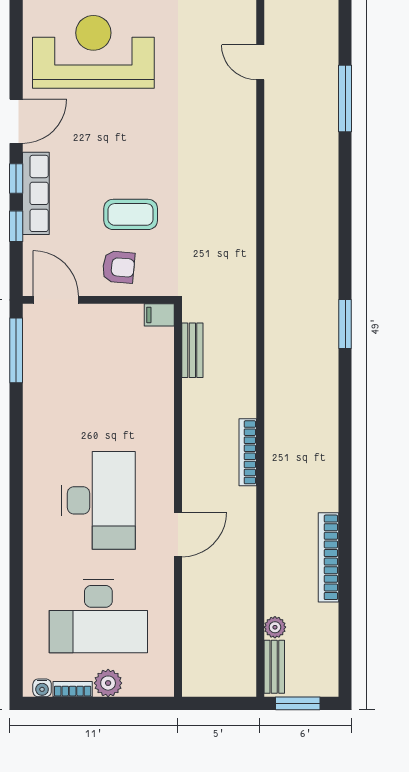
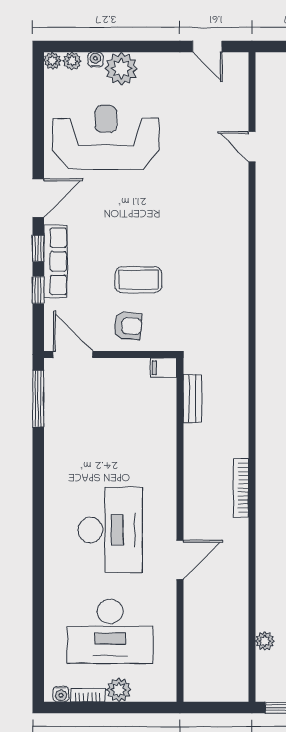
bench: (274, 667) -> (264, 676), removed

